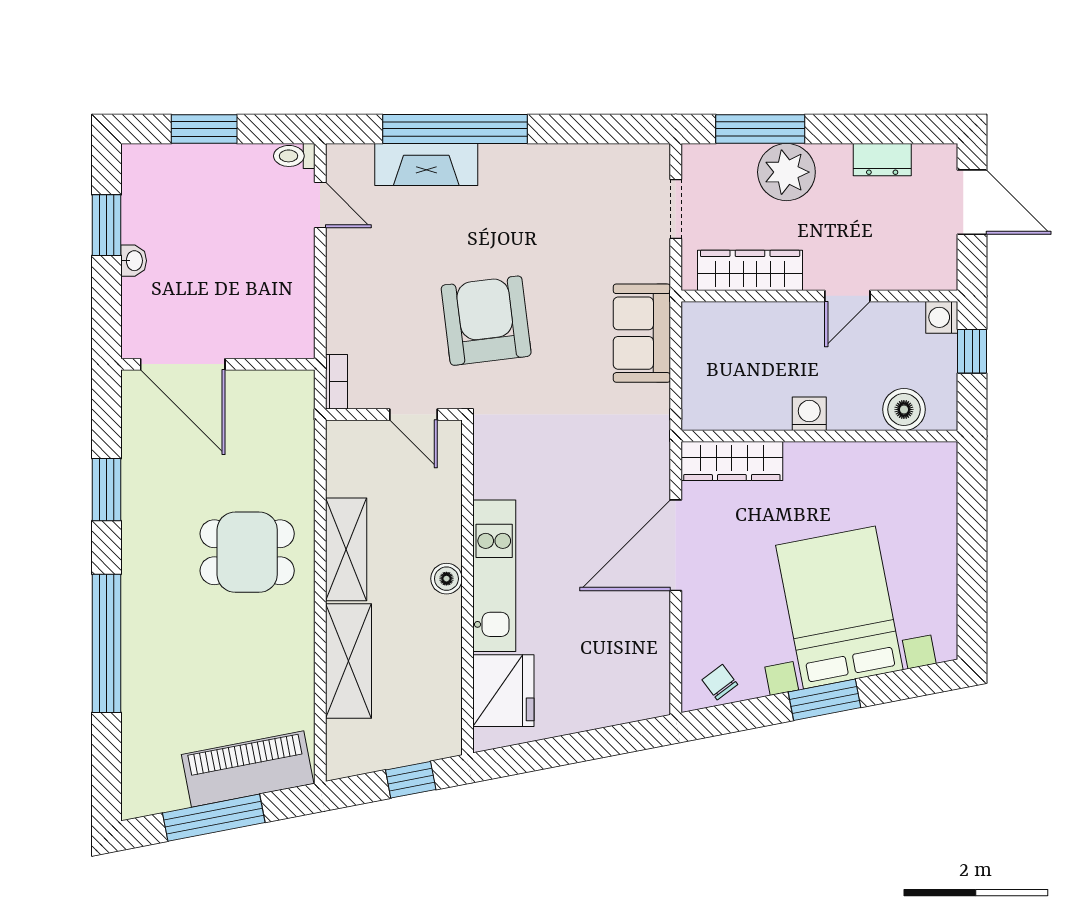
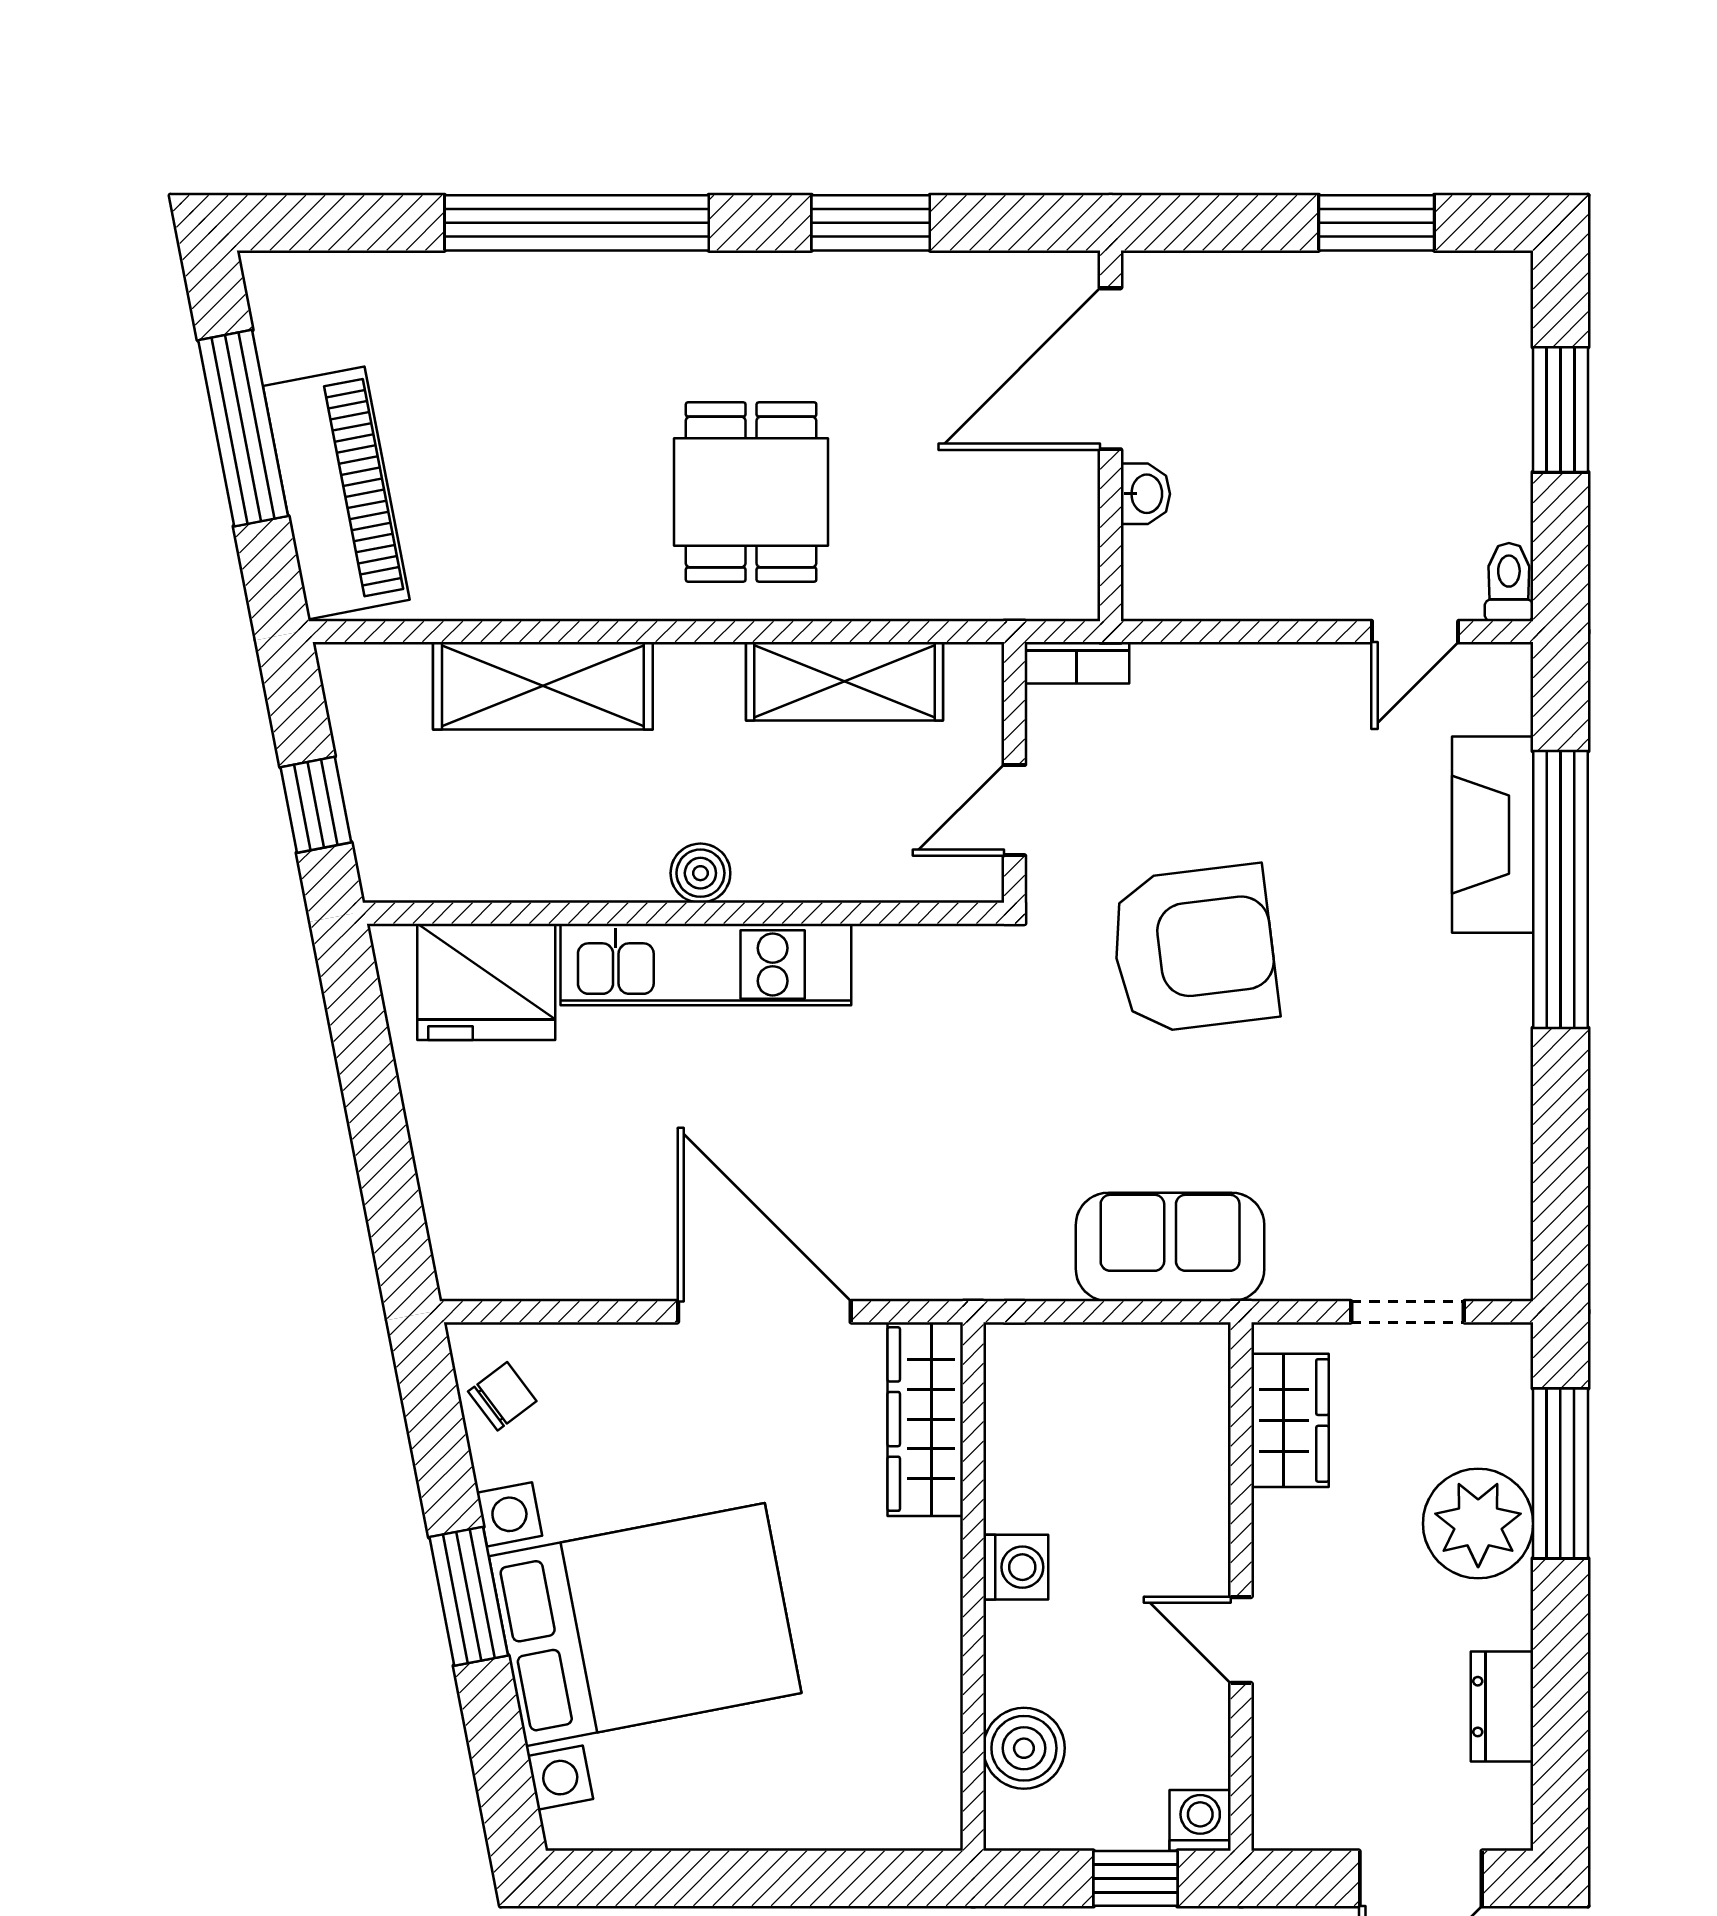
washbasin: (134, 261) -> (1145, 494), moved, turned -90
wardrobe: (750, 270) -> (1290, 1420), width x0.67
shelving: (346, 549) -> (845, 681), moved

